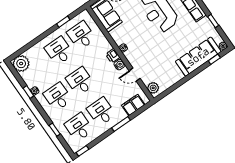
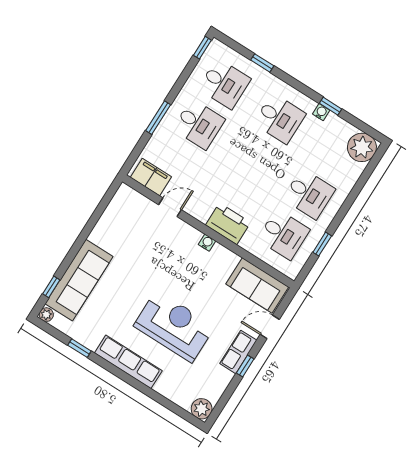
printer: (113, 56) -> (228, 224), width x1.87, depth x1.48
water cooler: (119, 65) -> (202, 213), removed
desk: (80, 81) -> (254, 159), removed
plant: (153, 88) -> (131, 198), removed
filing cabinet: (133, 105) -> (151, 177), moved, turned -90

